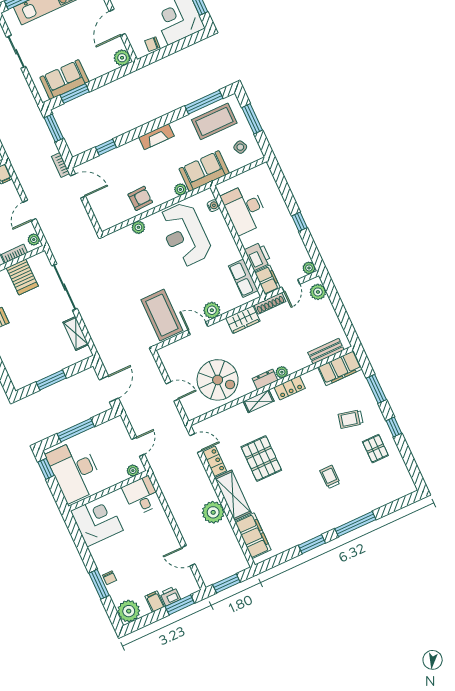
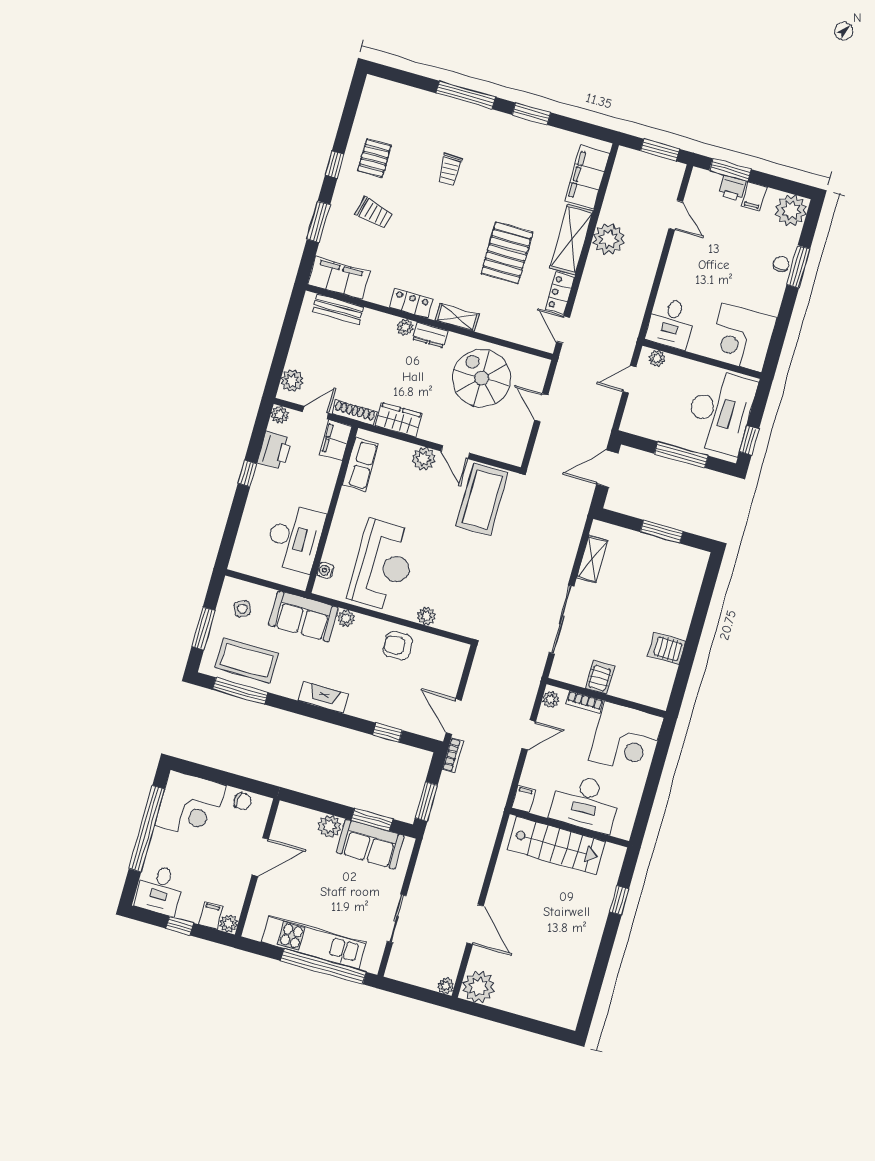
plant: (122, 58) -> (330, 826), moved
printer: (258, 256) -> (275, 450), moved, turned 180
server rack: (22, 277) -> (600, 677), width x0.73, depth x0.70

